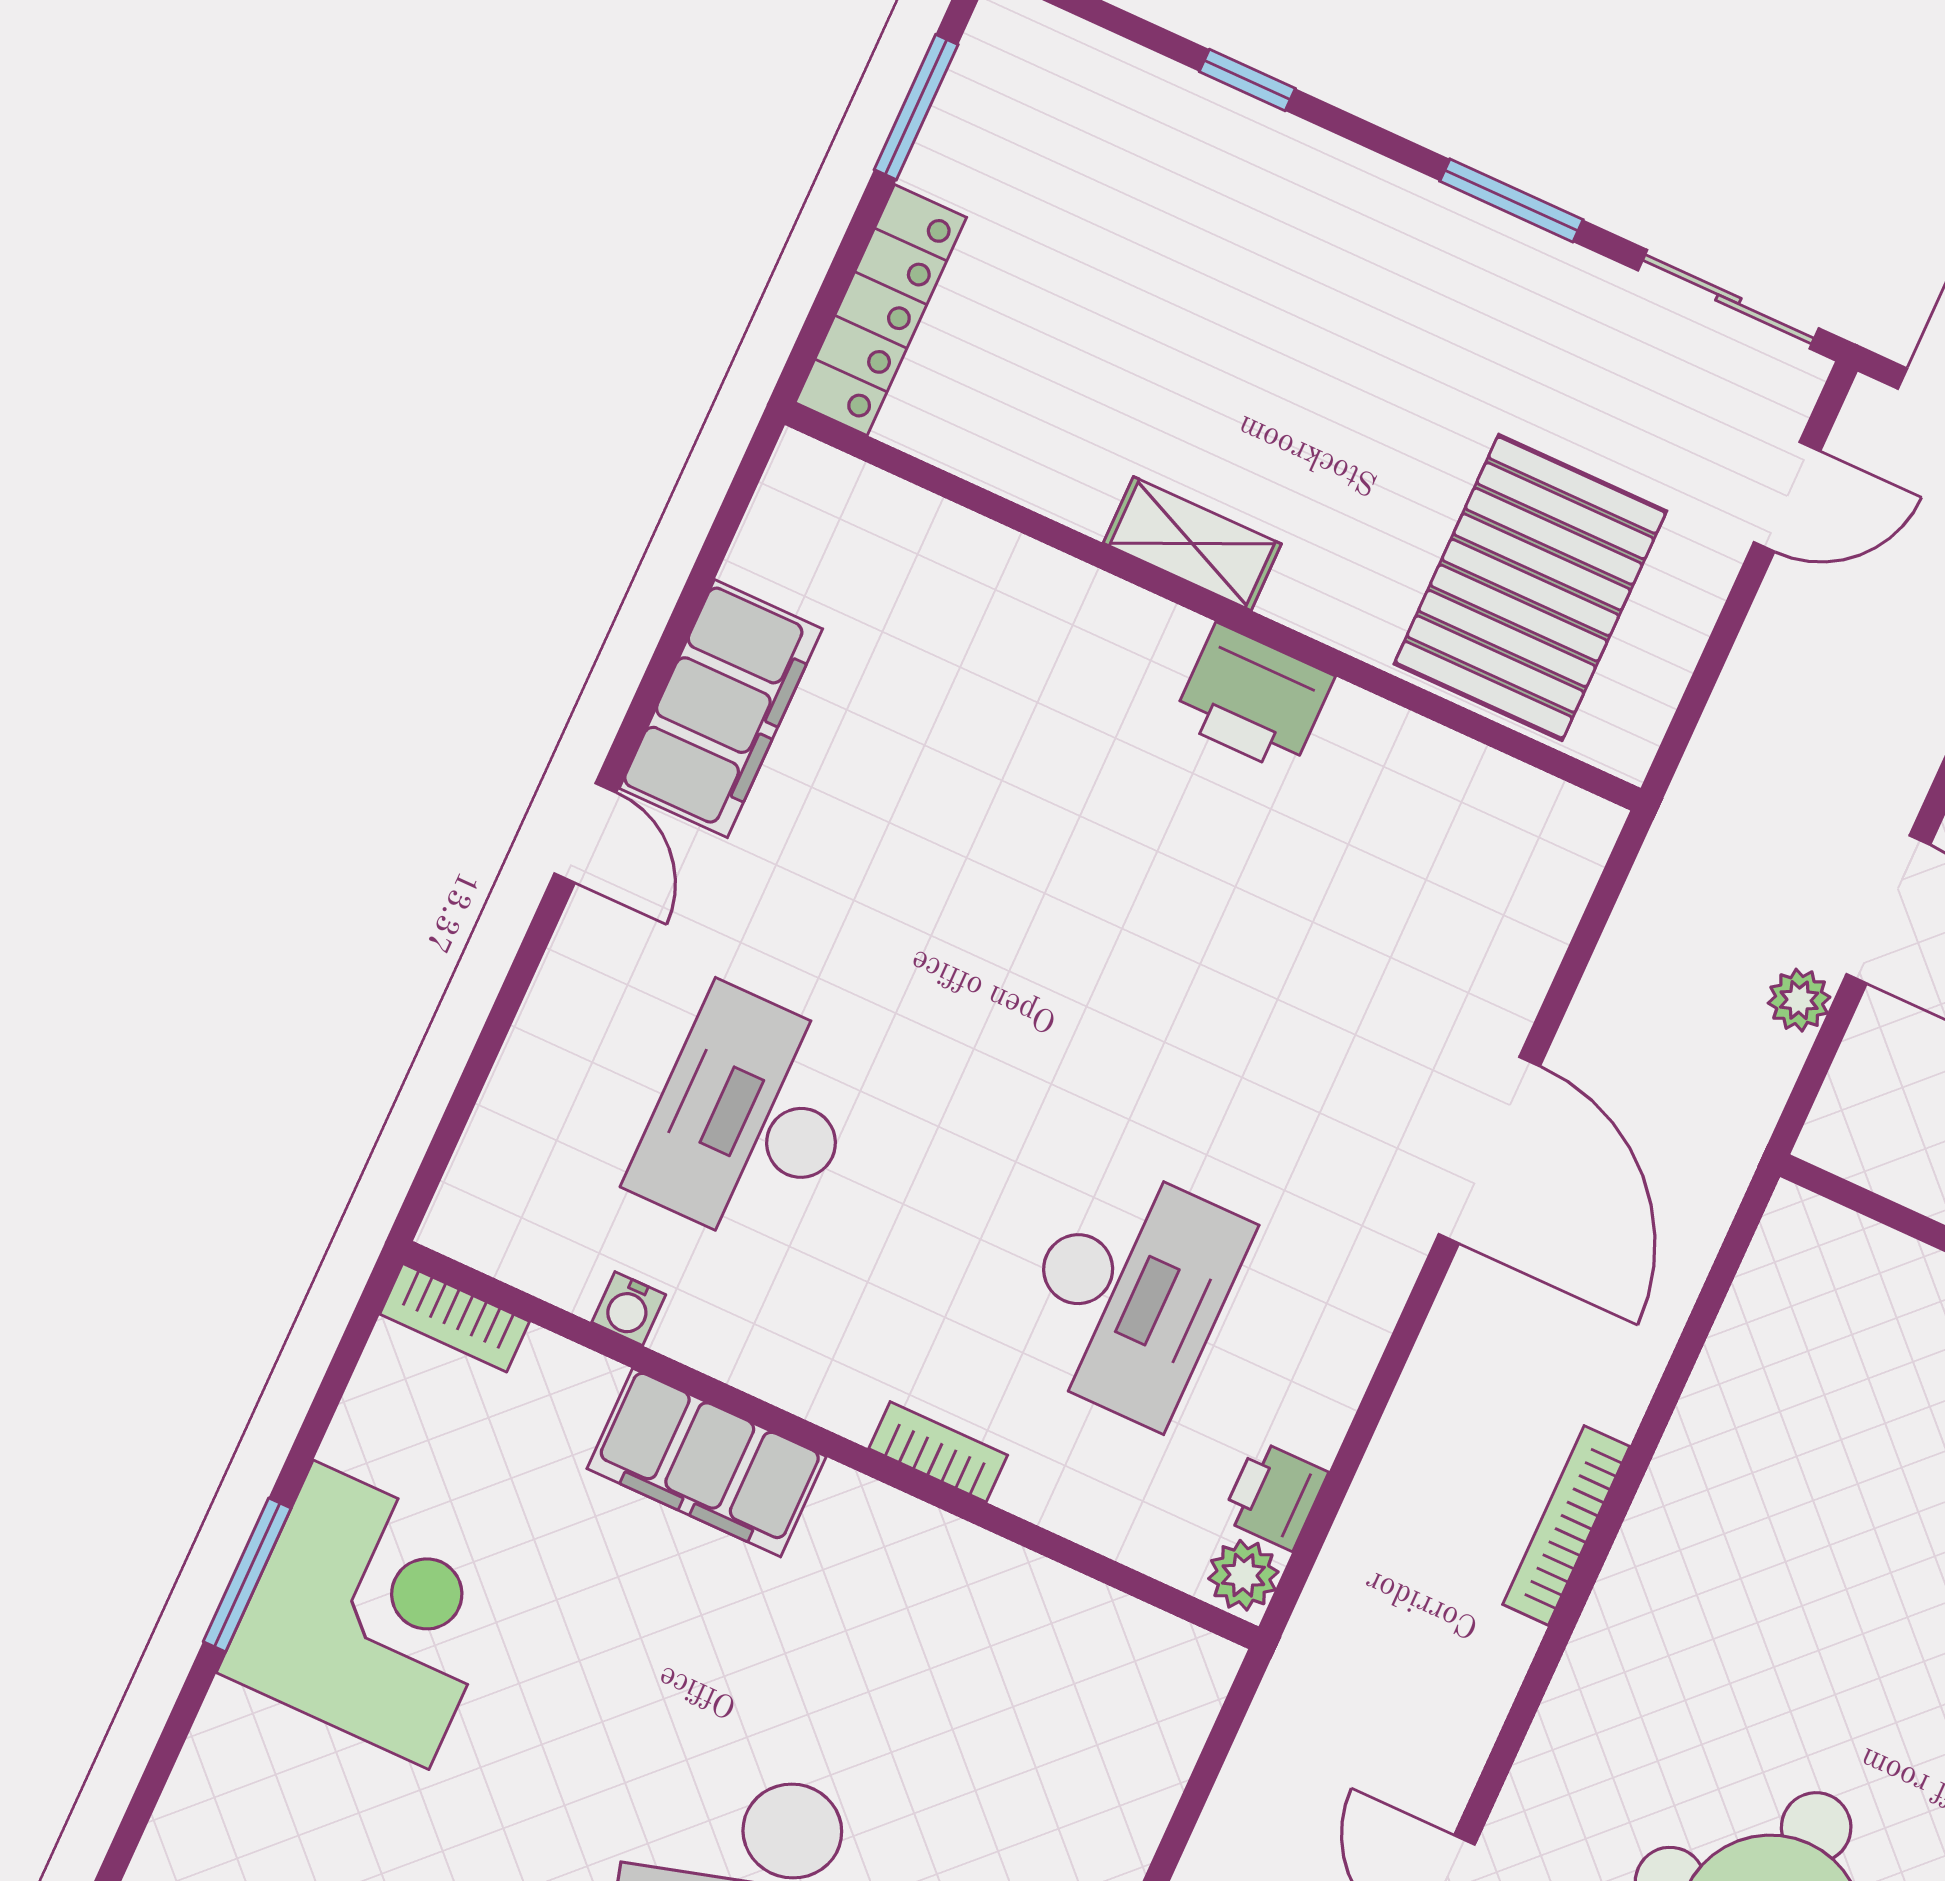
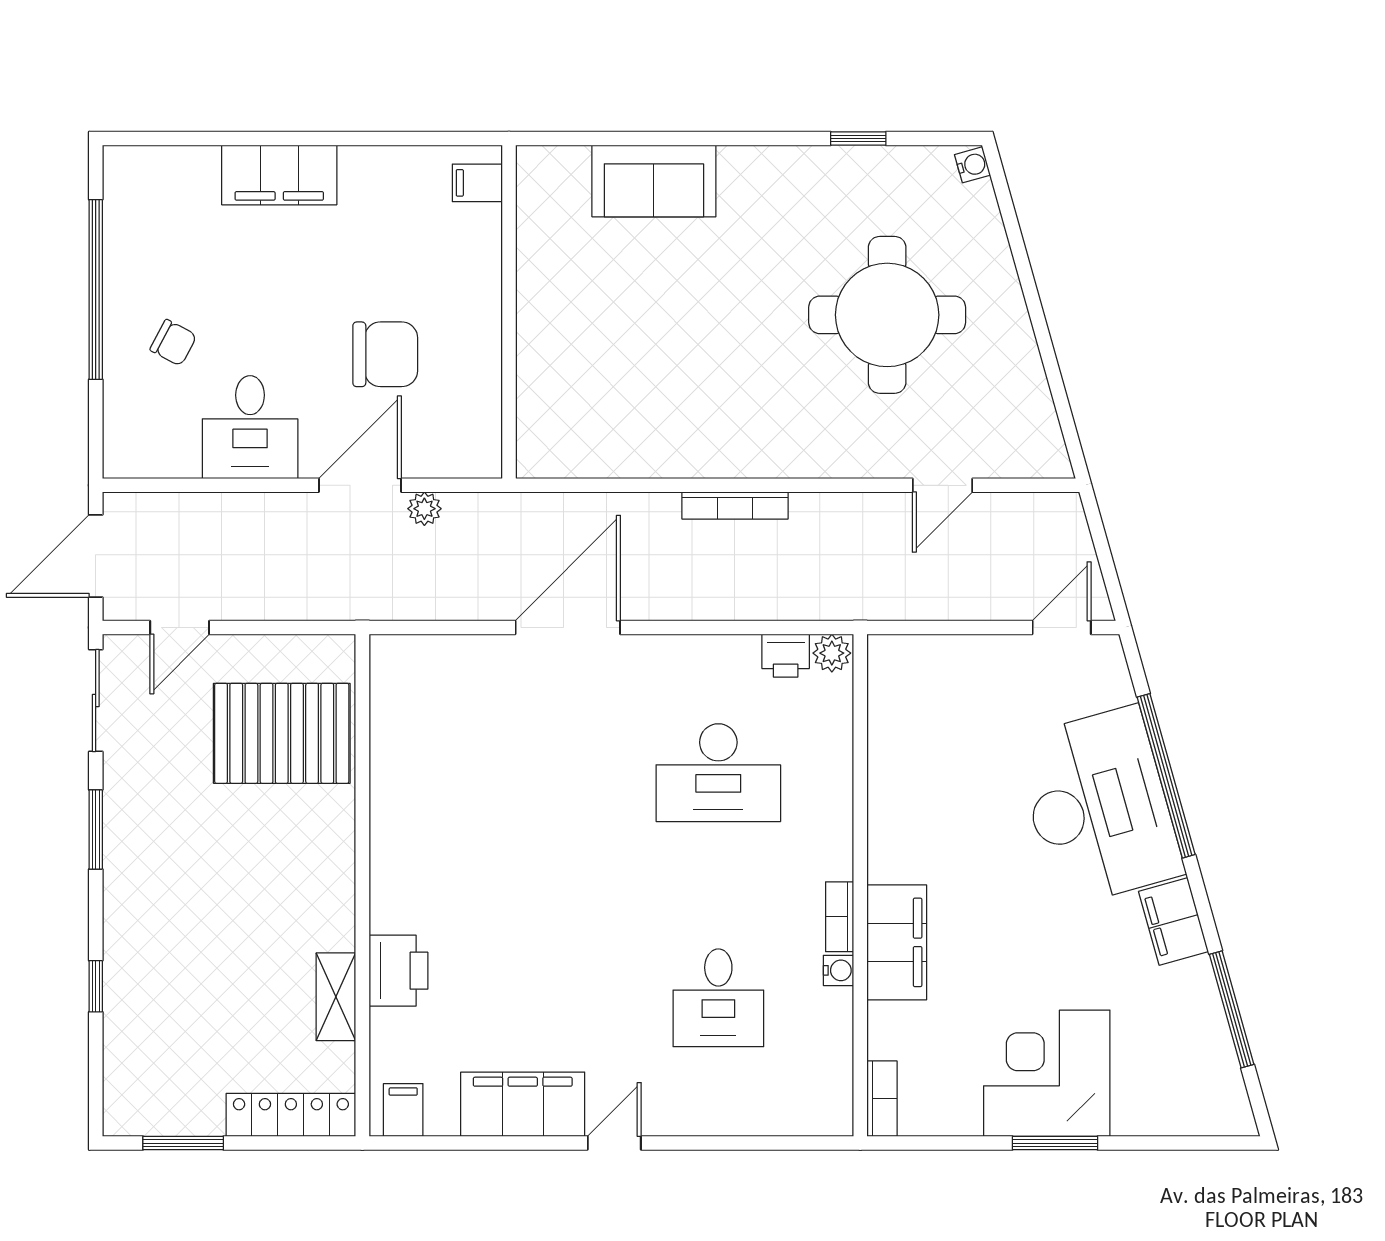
door: (1787, 497) -> (180, 627), swing flipped
filing cabinet: (803, 503) -> (403, 1110), added
shelving: (1192, 544) -> (336, 997), moved
printer: (1253, 698) -> (398, 971), moved
desk: (750, 1120) -> (718, 998), width x0.73
desk: (1129, 1292) -> (718, 773), turned 180
water cooler: (629, 1309) -> (838, 970), moved
bookcase: (938, 1452) -> (840, 917), moved

